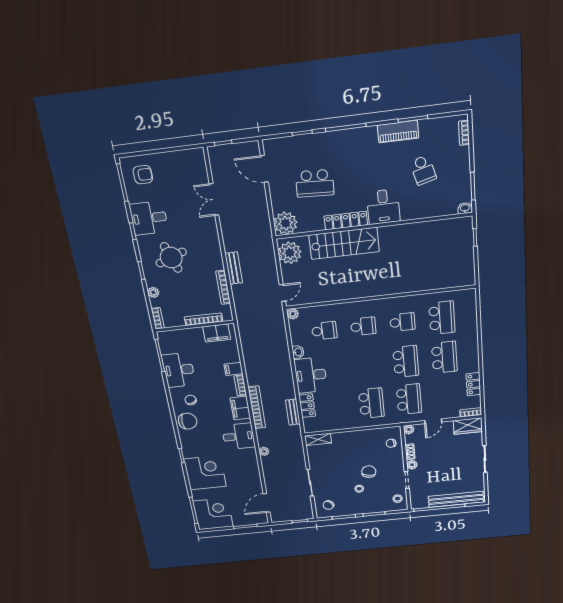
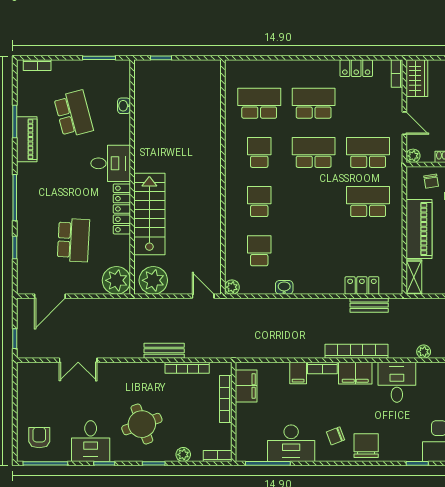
school desk: (423, 170) -> (73, 114), width x1.85
washbasin: (465, 208) -> (124, 106), moved
desk: (311, 375) -> (319, 275), removed
piano: (354, 439) -> (419, 229), added

